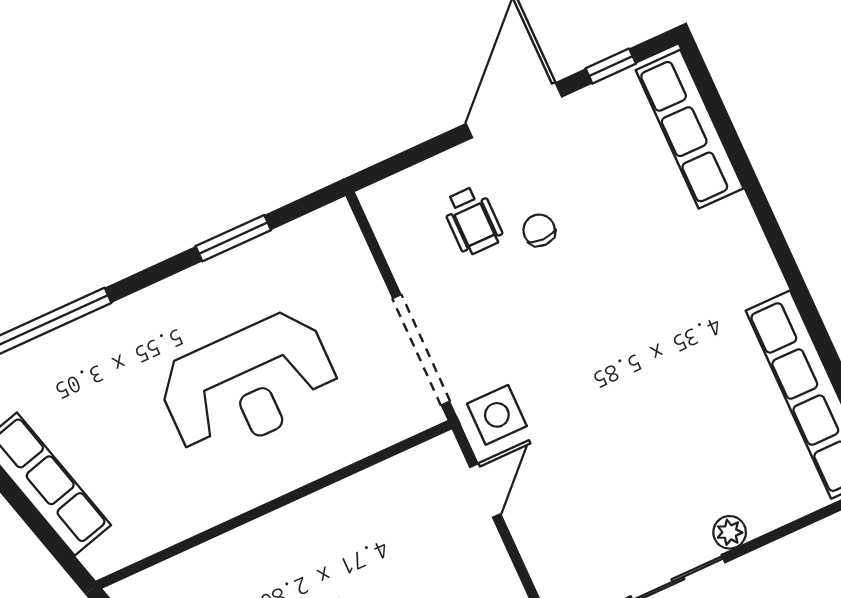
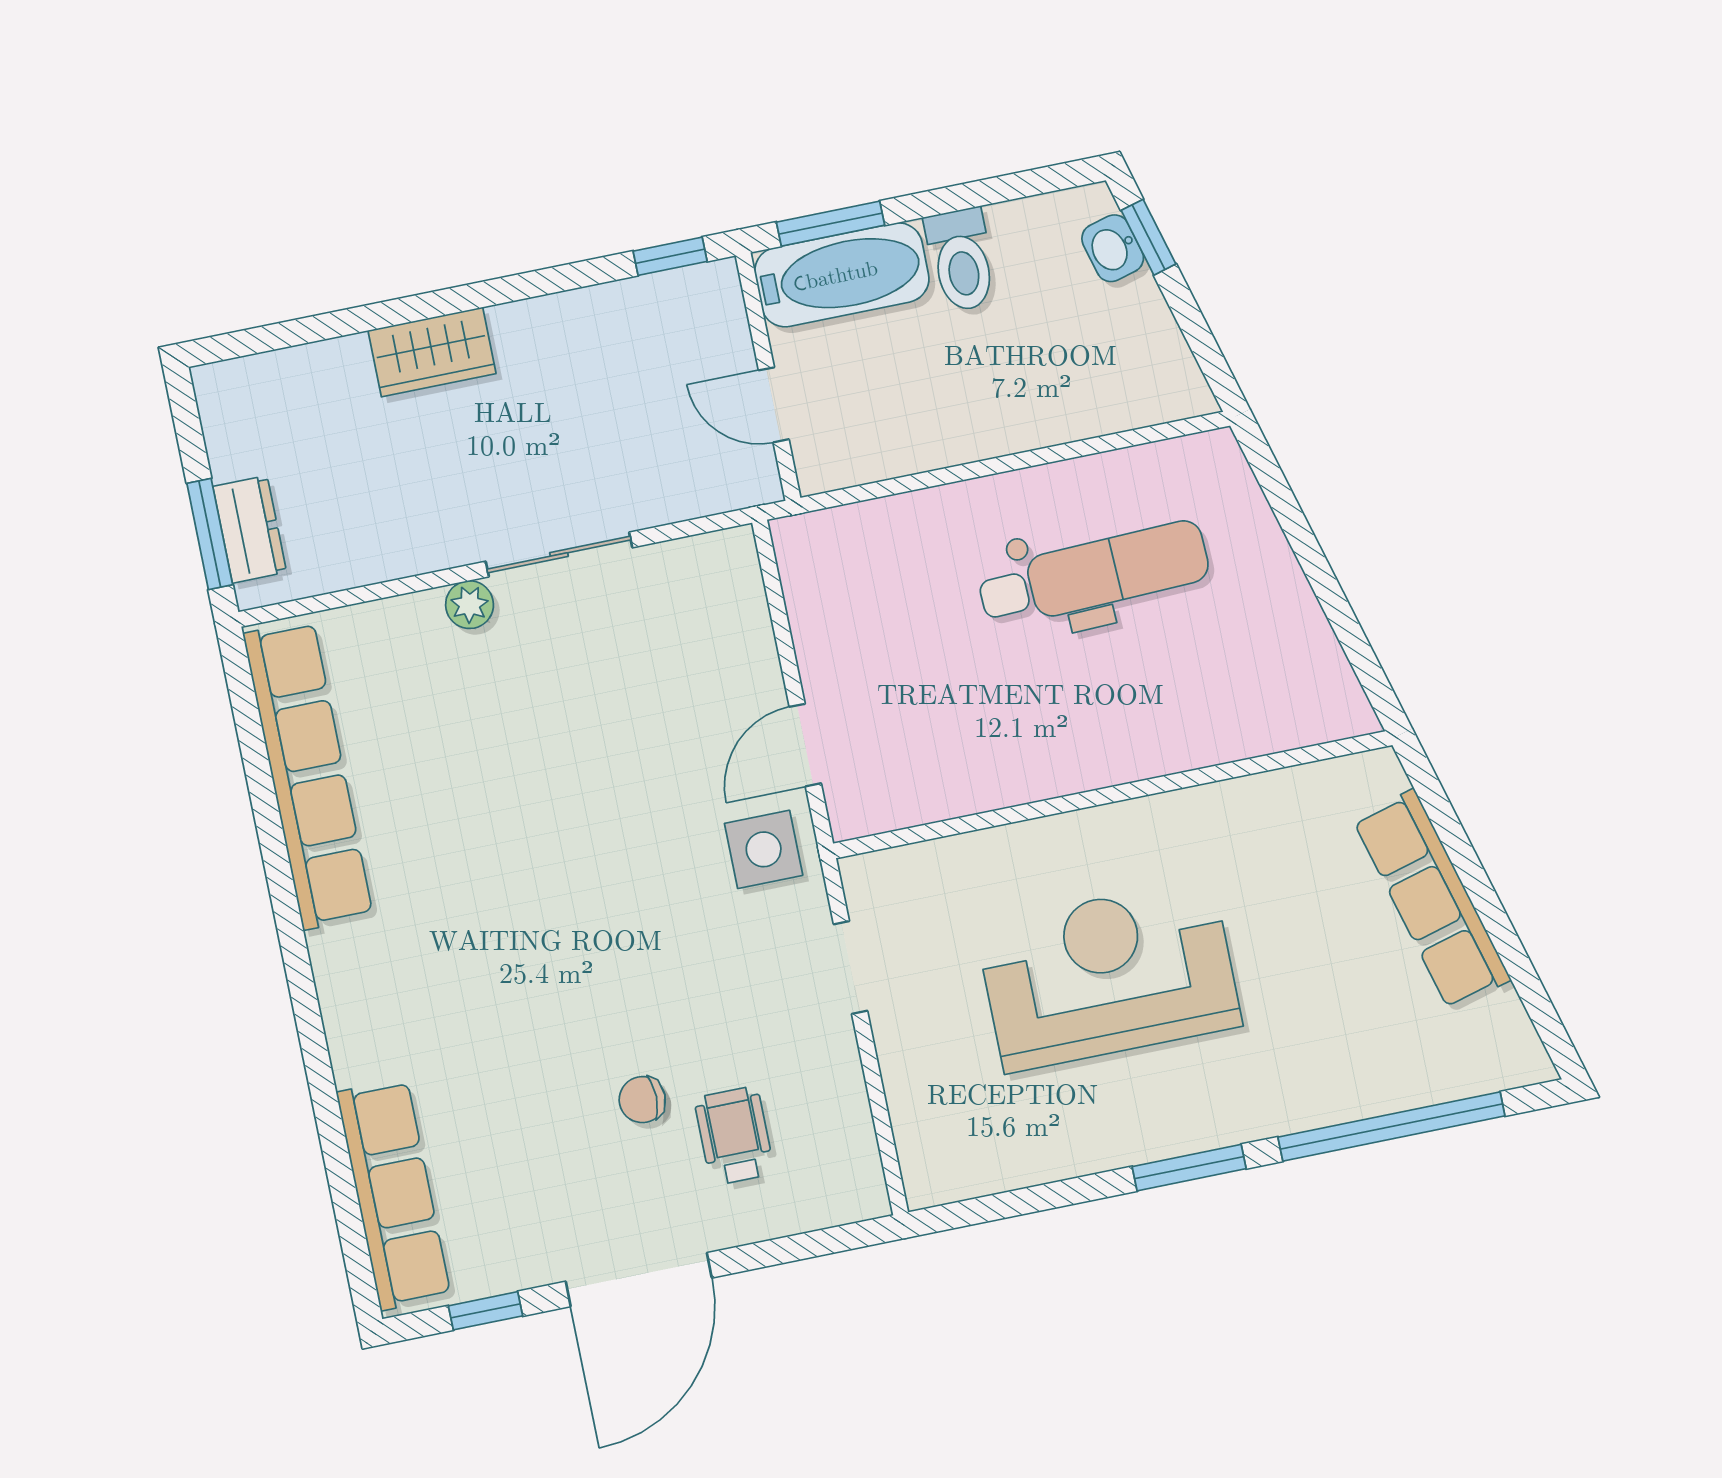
chair: (539, 230) -> (642, 1100), turned 90
window: (233, 238) -> (1189, 1168), moved
doorway: (421, 350) -> (850, 967), width x0.53

